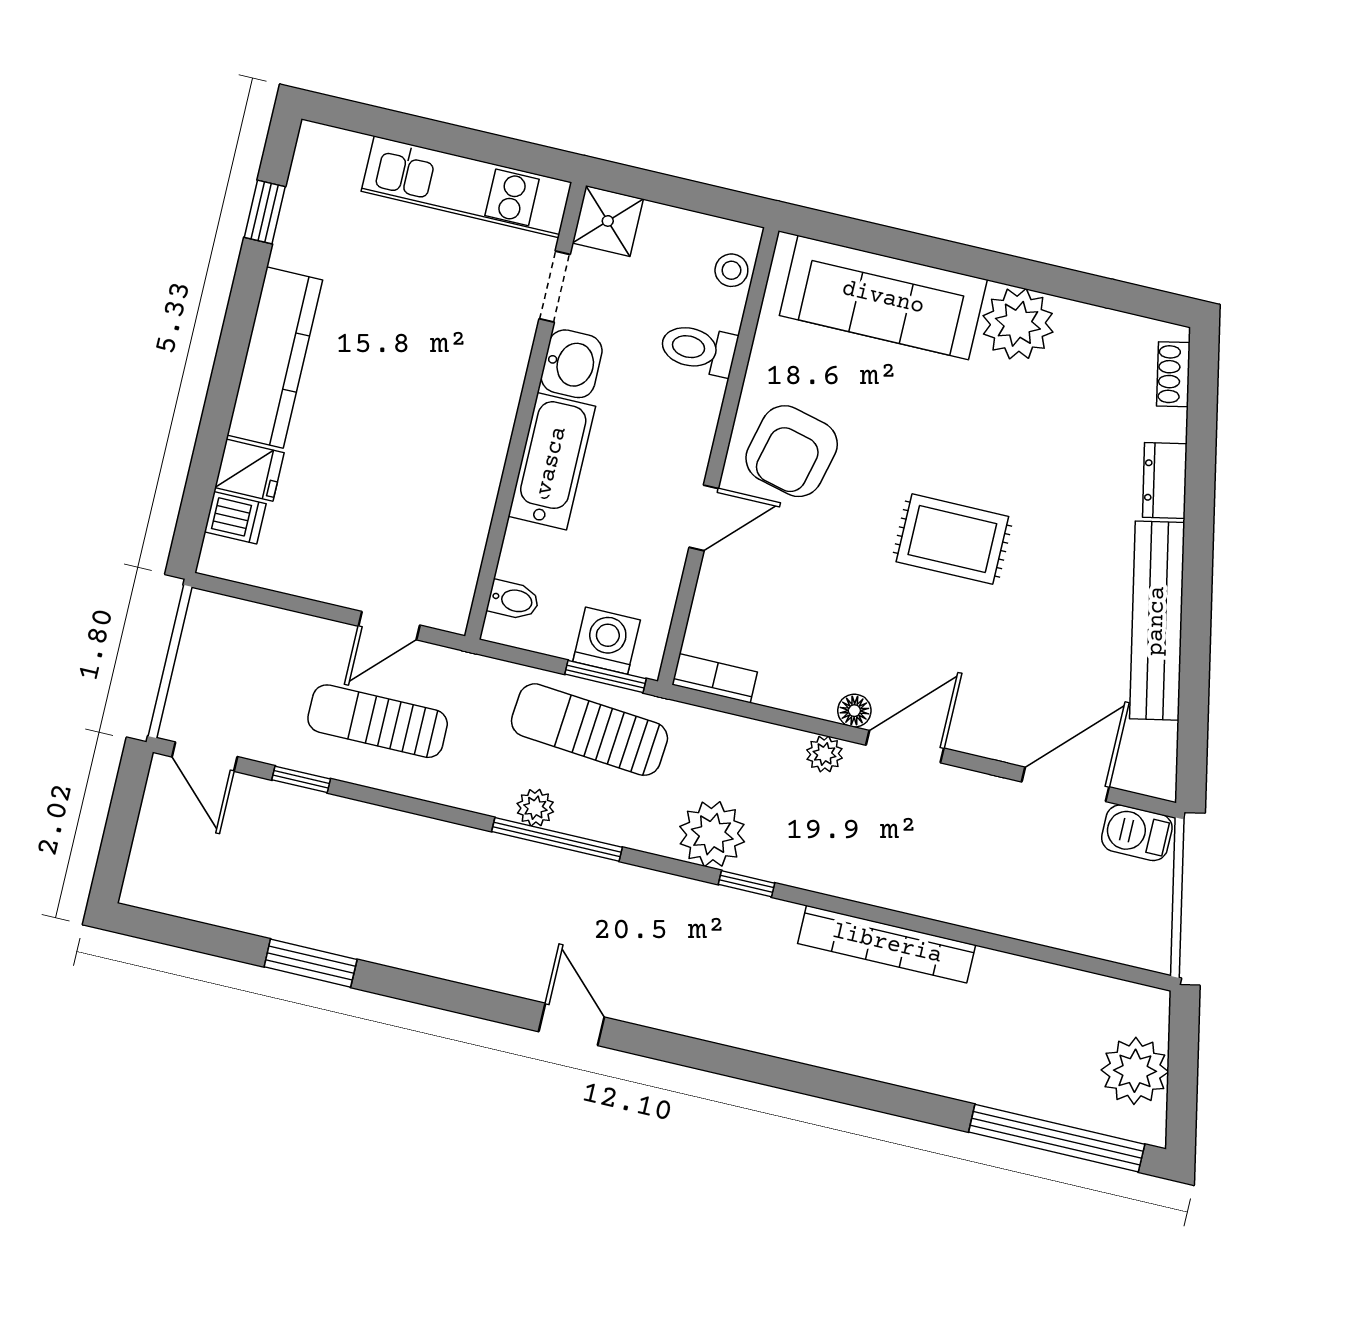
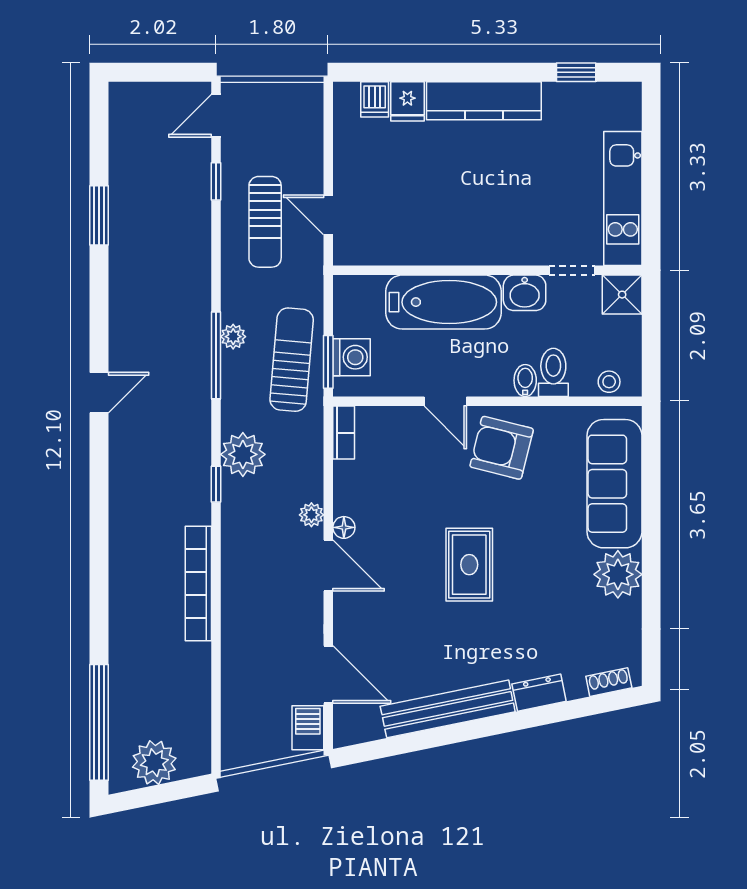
bathtub: (552, 461) -> (443, 302), width x1.36, depth x1.36
bidet: (513, 600) -> (525, 380), moved, turned 180
sun lounger: (378, 721) -> (265, 222), turned 180

